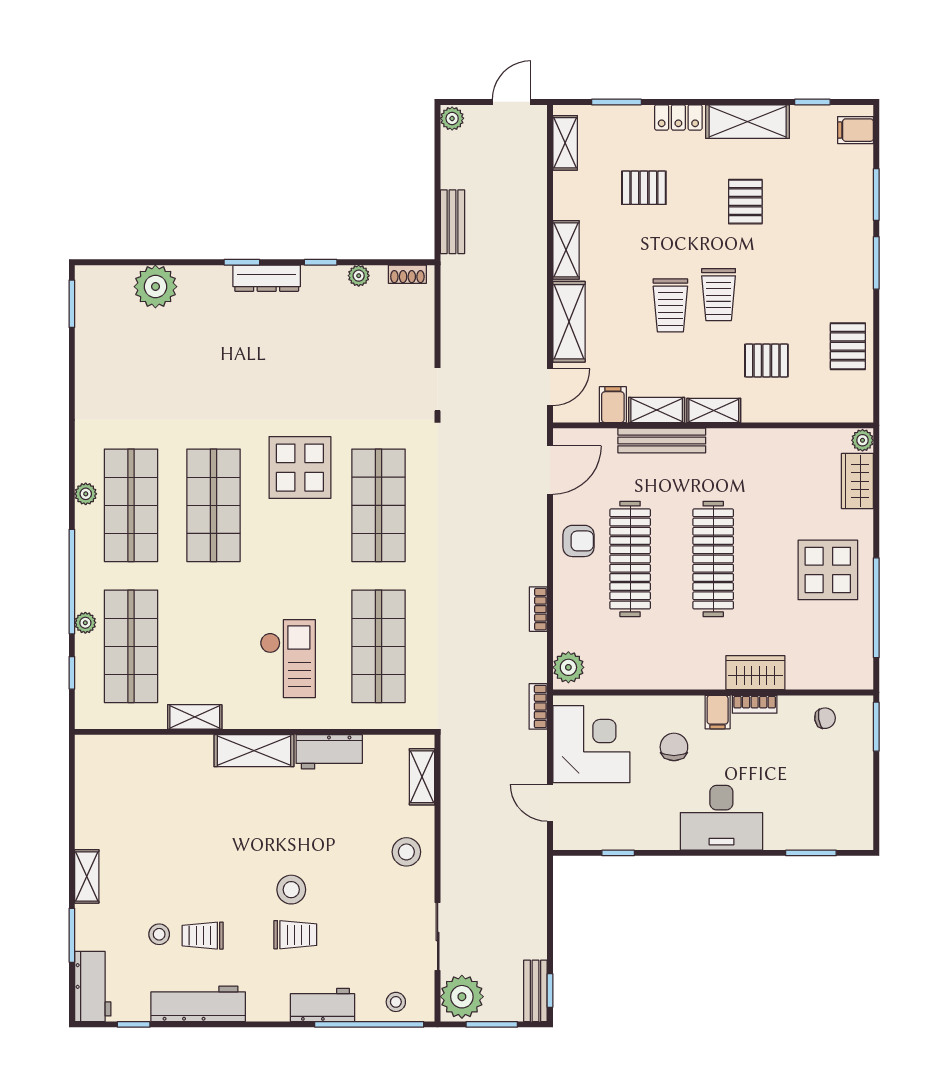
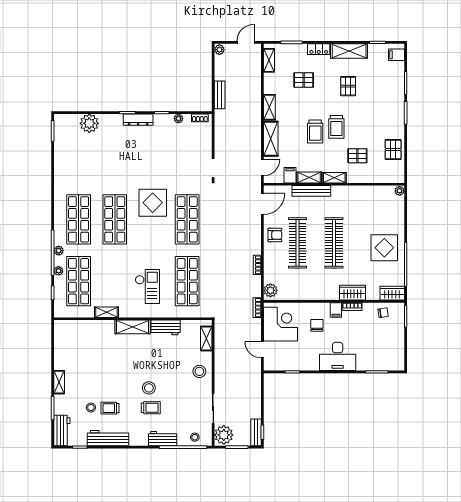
wardrobe: (857, 481) -> (392, 293), moved, turned 90
plant: (86, 494) -> (59, 251), moved

